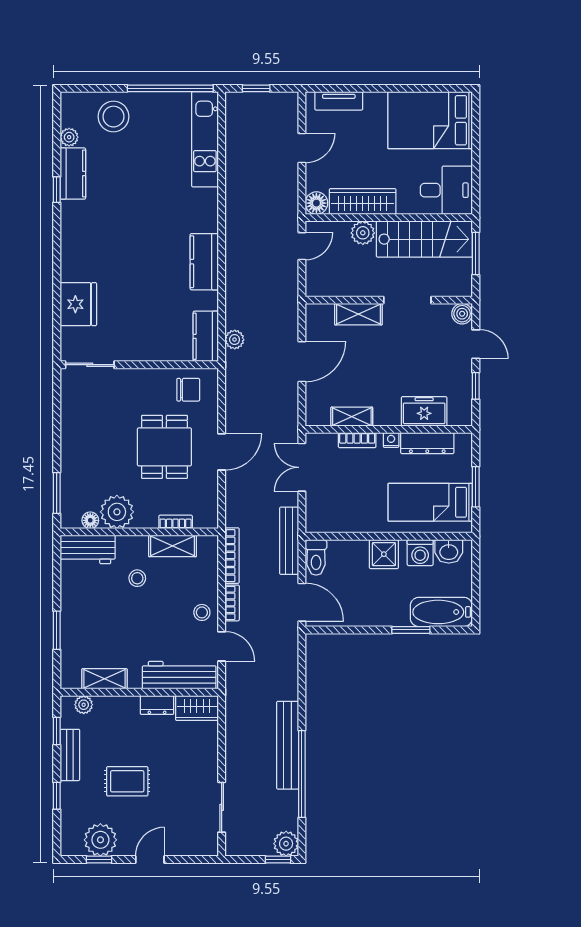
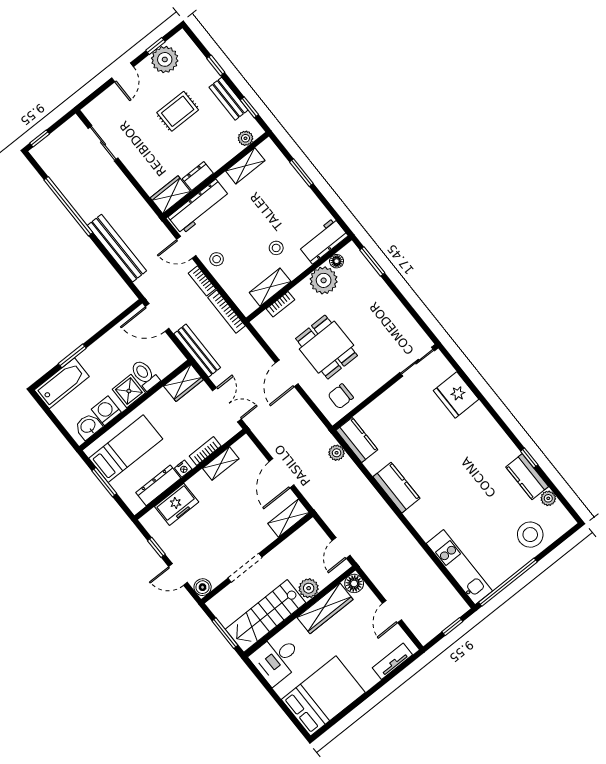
shelving: (358, 314) -> (288, 518), moved
wardrobe: (326, 521) -> (183, 383), added
toilet: (316, 557) -> (145, 375), moved
bench: (288, 745) -> (117, 248), moved
plant: (286, 844) -> (43, 153), removed

